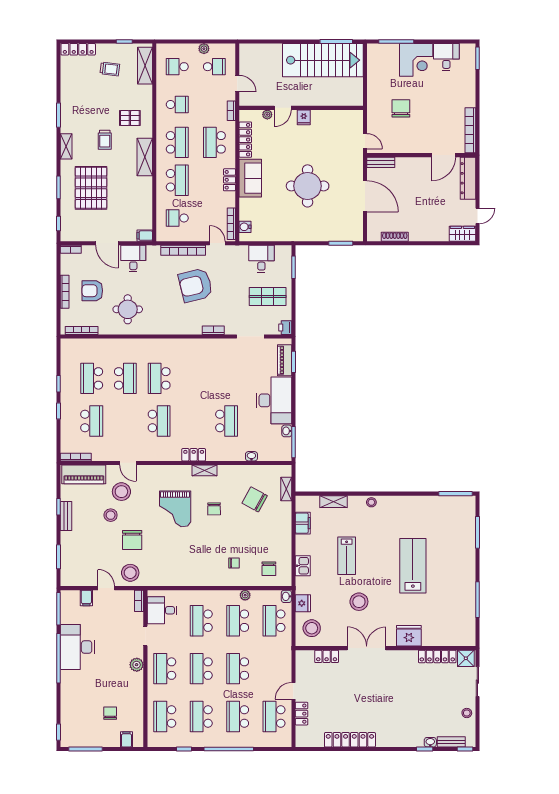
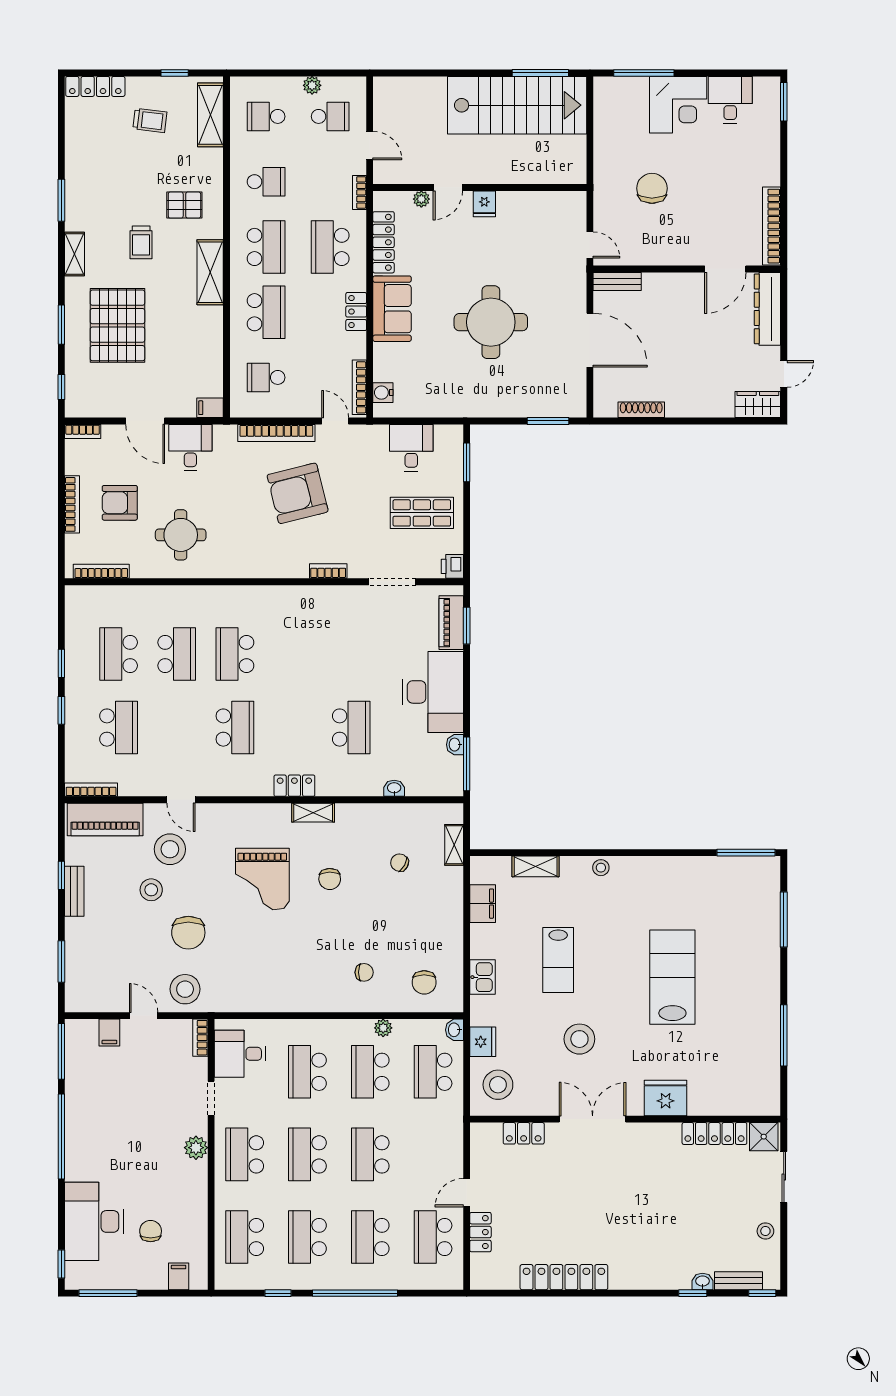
chair: (255, 499) -> (400, 863), width x0.54, depth x0.54
desk: (77, 647) -> (94, 1221), moved

